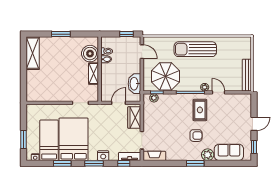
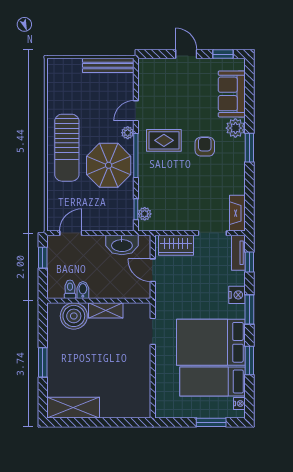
parasol: (165, 76) -> (109, 165), moved

